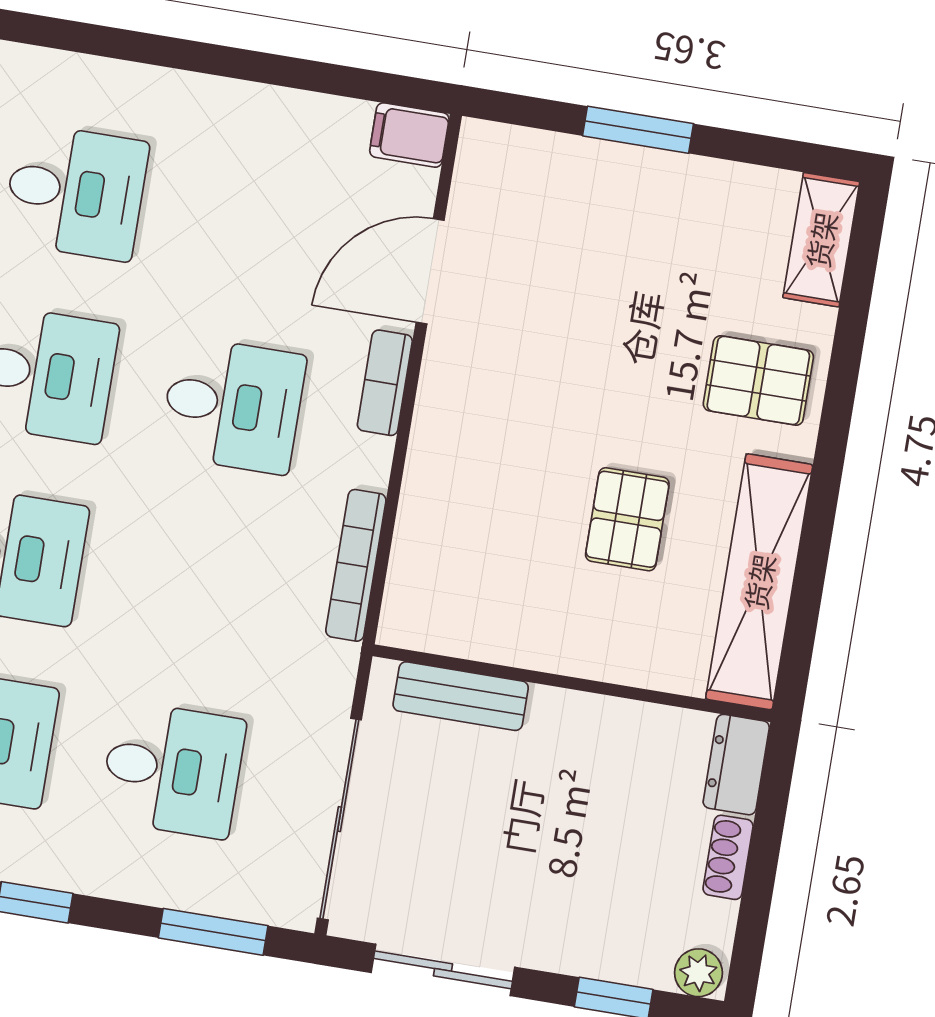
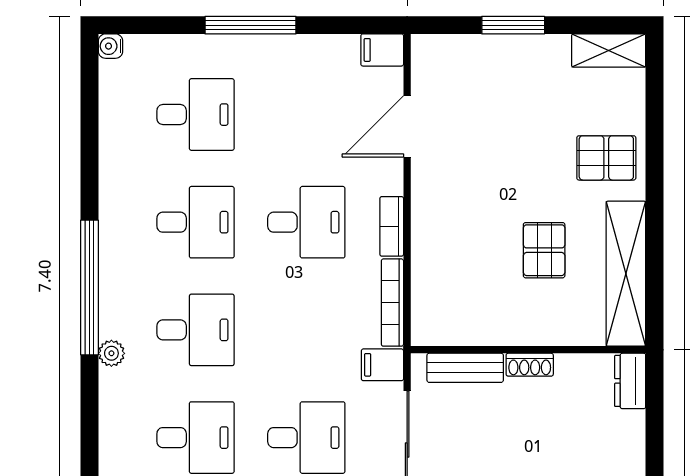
window: (193, 56) -> (251, 25), added
shelving: (821, 240) -> (609, 51), moved, turned 90
bookcase: (385, 383) -> (392, 226), moved
filing cabinet: (322, 668) -> (382, 365), added
shoe rack: (728, 857) -> (530, 365), moved, turned -90

